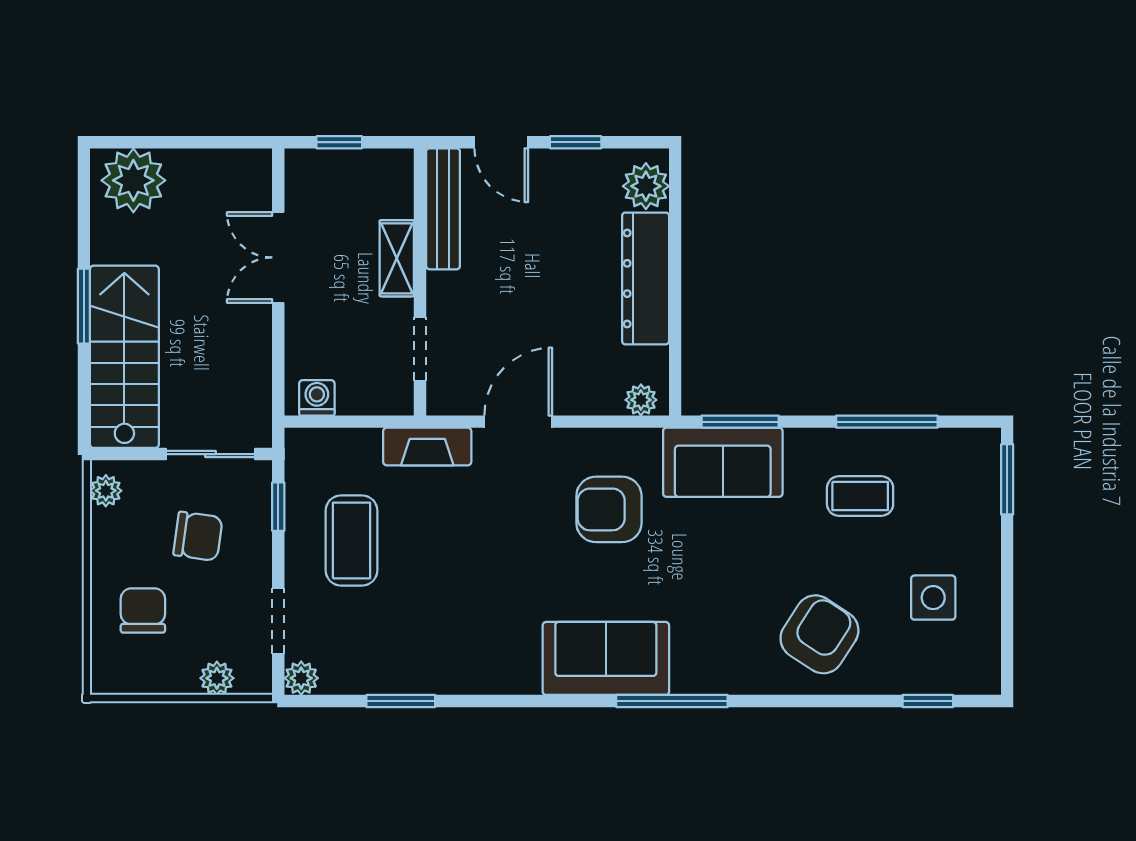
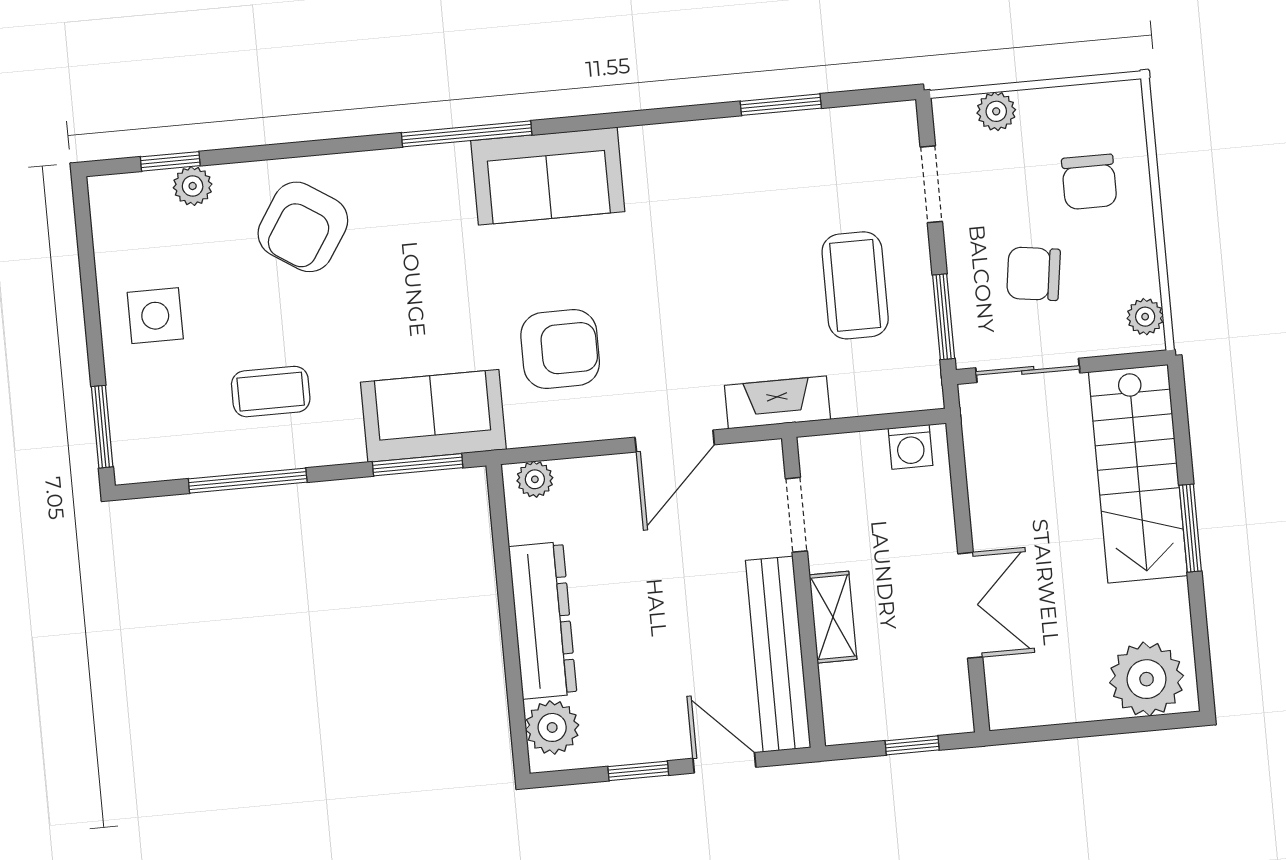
bench: (443, 209) -> (778, 654), width x1.37, depth x1.21
window: (278, 507) -> (944, 317), width x1.50
side table: (933, 598) -> (155, 316), moved
plant: (301, 678) -> (193, 186), moved

